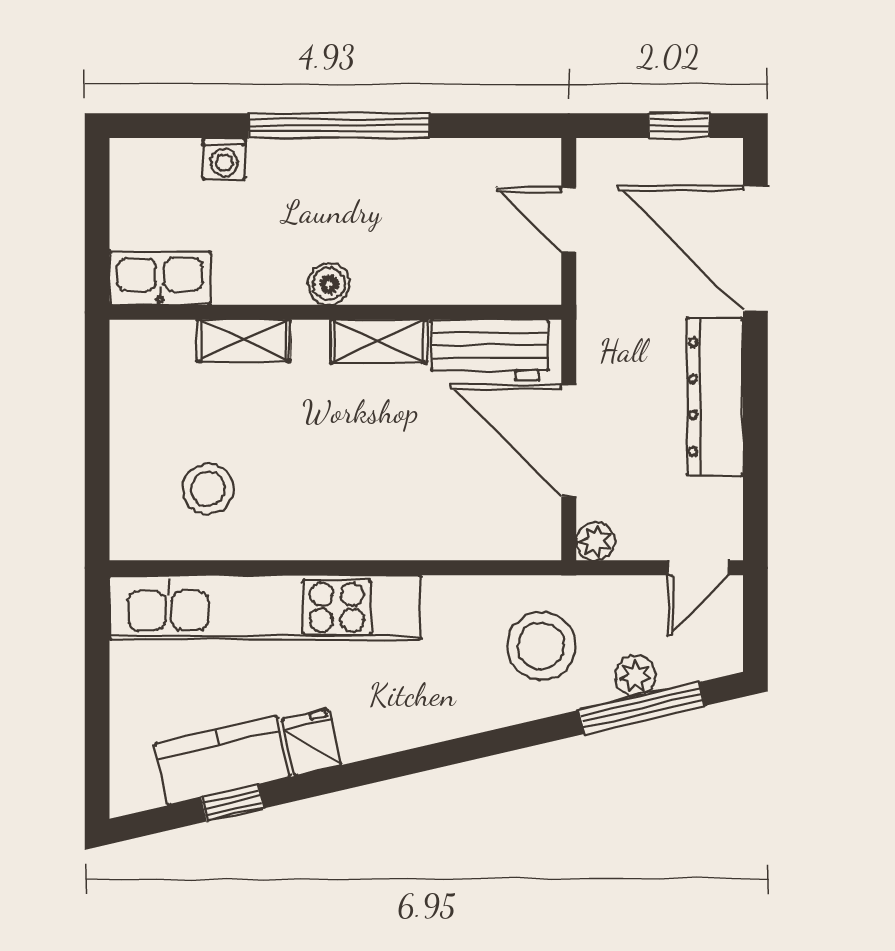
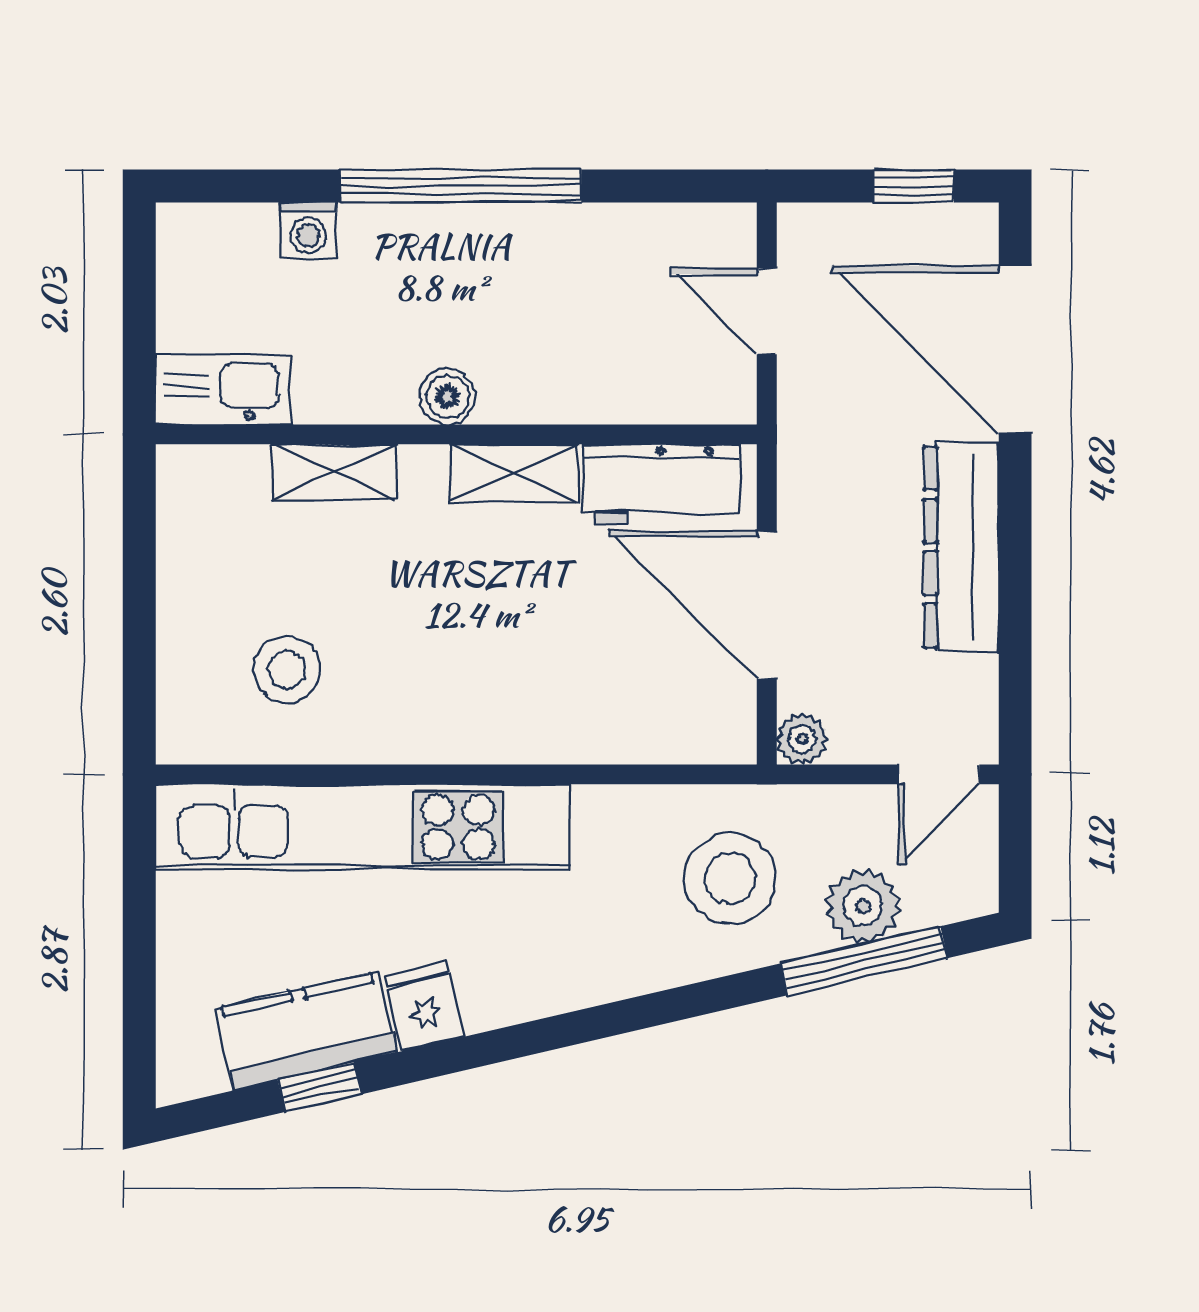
plant: (635, 676) -> (863, 906), width x1.38, depth x1.38

